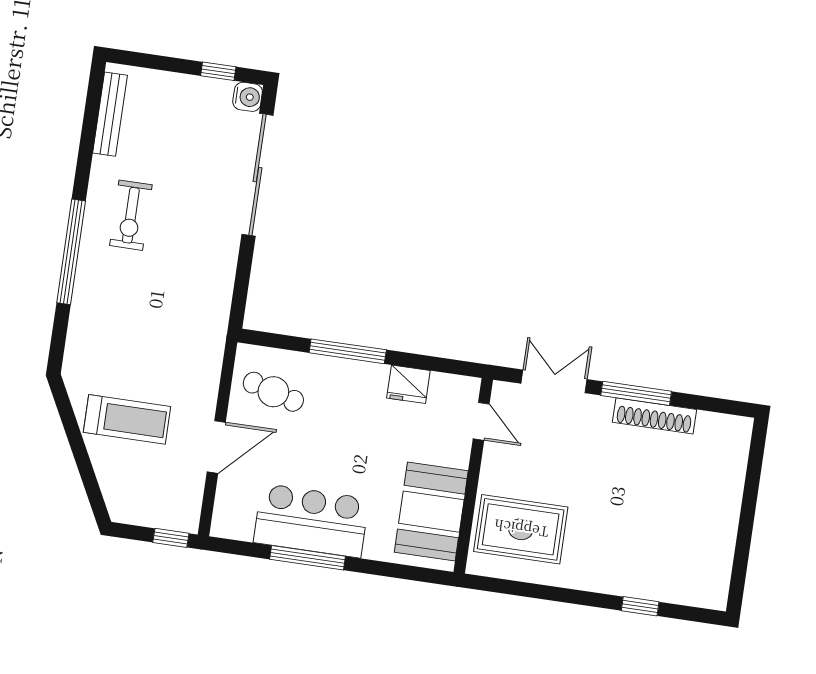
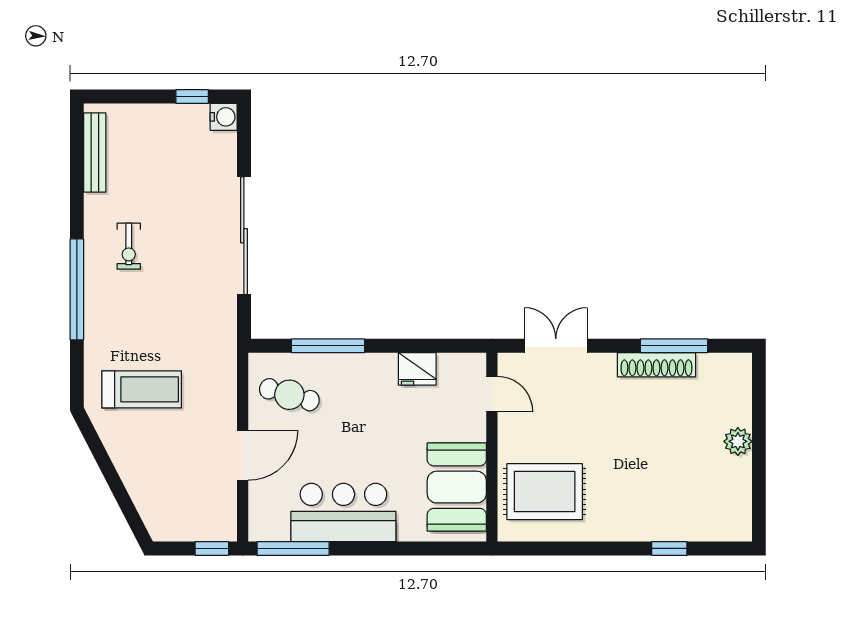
sliding door: (257, 175) -> (244, 236), moved
exercise bike: (131, 215) -> (129, 246), width x0.73, depth x0.72
window: (348, 351) -> (328, 346), moved
window: (636, 393) -> (674, 346), moved
treadmill: (127, 419) -> (142, 389), moved
plant: (727, 507) -> (738, 441), added
window: (307, 558) -> (293, 548), moved

